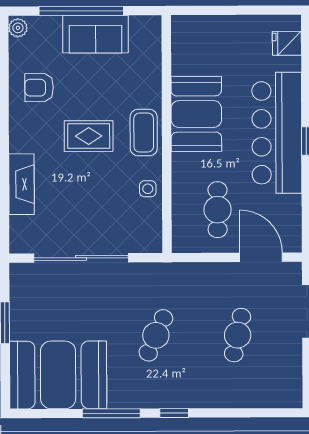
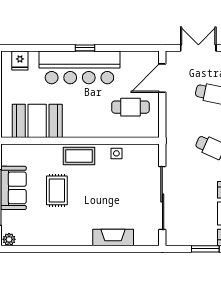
armchair: (39, 88) -> (49, 225), removed
booth: (196, 114) -> (37, 121), moved
rug: (89, 136) -> (57, 190), moved

